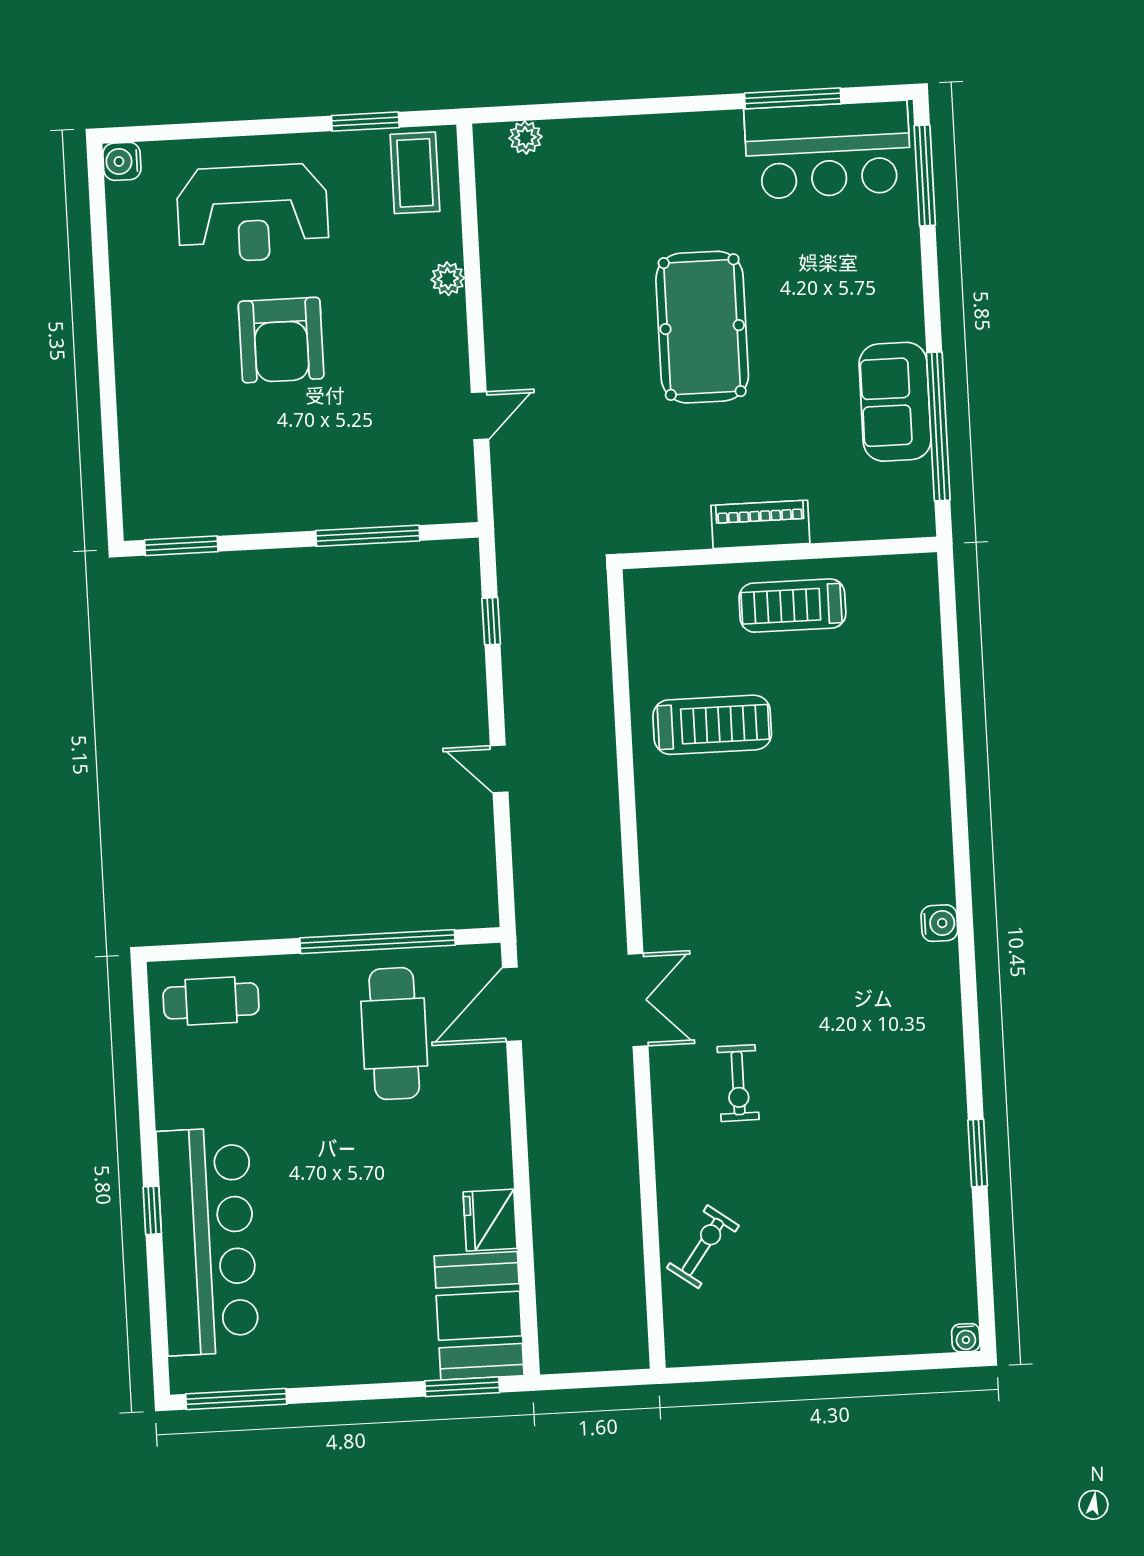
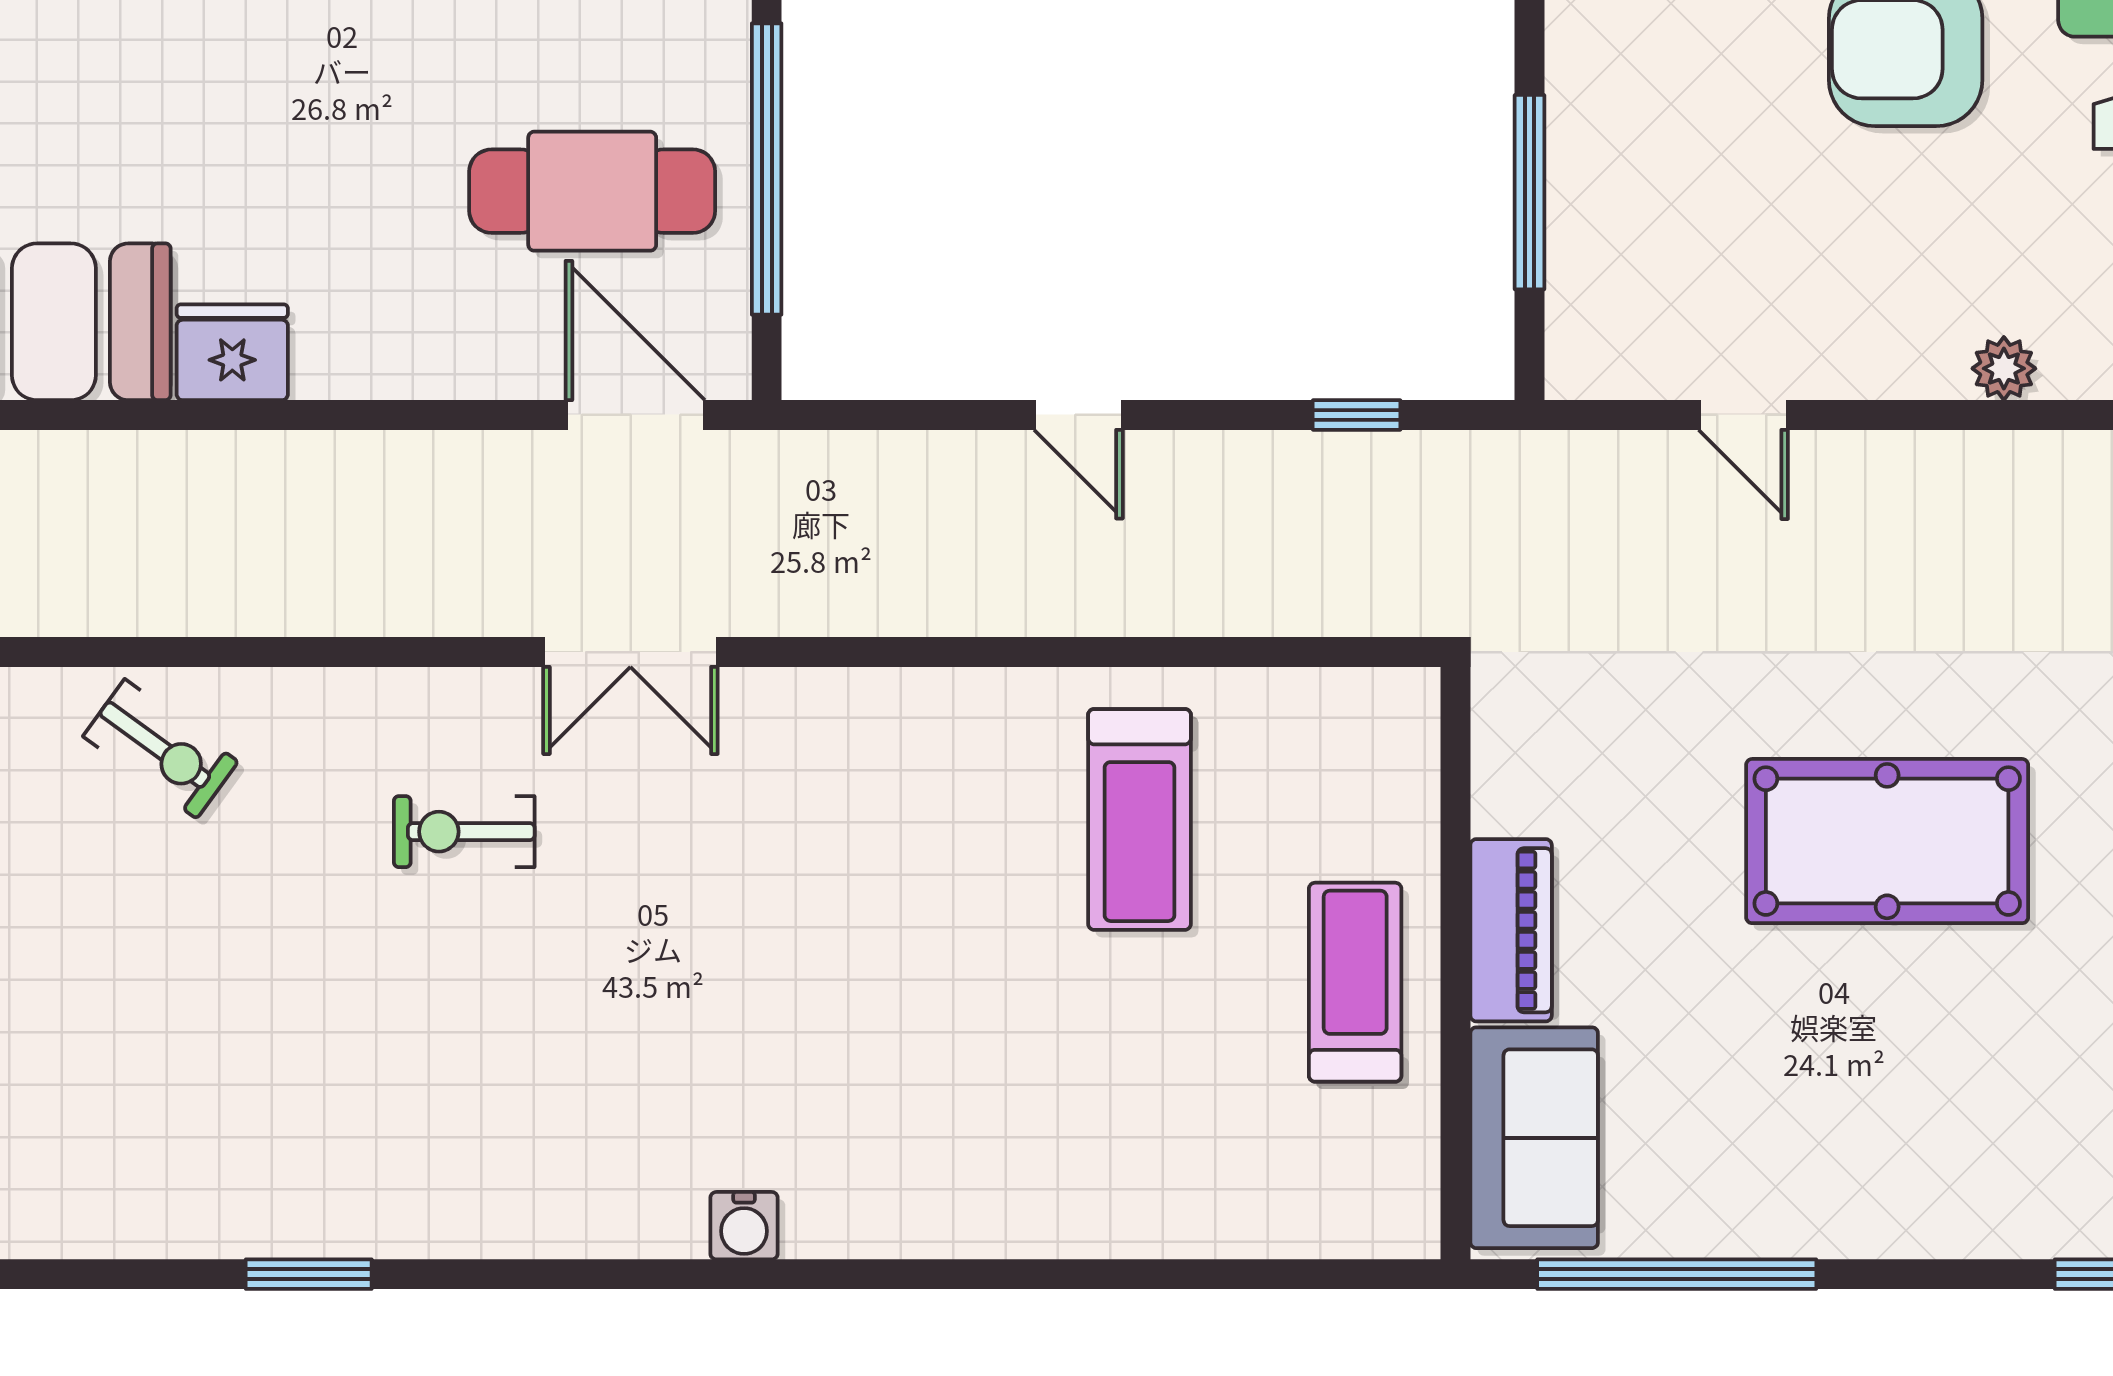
sofa: (895, 402) -> (1534, 1138), moved, turned 90
door: (499, 769) -> (1078, 415), swing flipped

